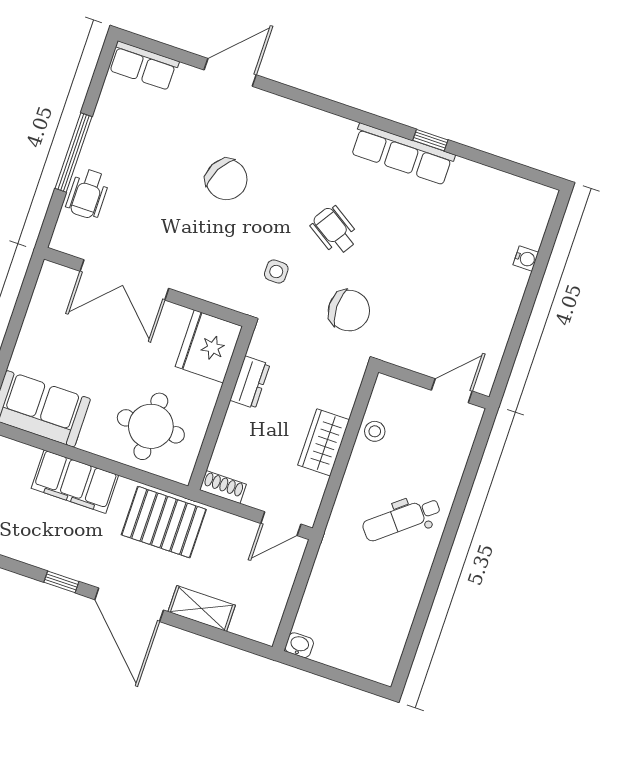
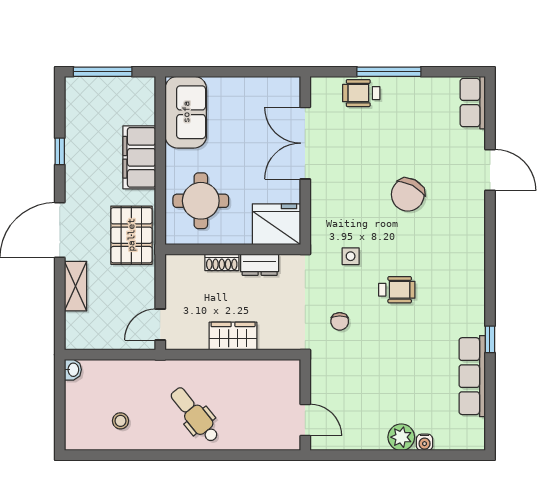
row of seats: (402, 154) -> (472, 376), moved
wheelchair: (334, 230) -> (397, 290), turned 57
plant: (510, 284) -> (401, 437), added
chair: (349, 311) -> (340, 321), width x0.54, depth x0.54
stool: (375, 431) -> (120, 421), moved
shoe rack: (223, 487) -> (222, 262), moved, turned 90
door: (281, 524) -> (160, 324), hinge flipped
window: (61, 582) -> (60, 151), moved

